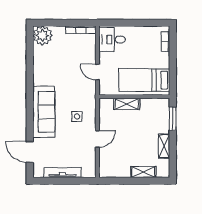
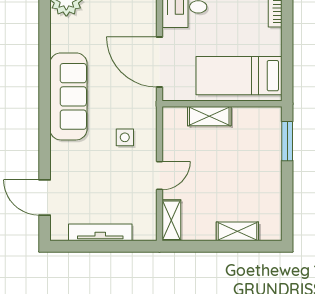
door: (97, 72) -> (160, 62), width x1.87
sofa: (44, 112) -> (68, 96), moved
shelving: (164, 146) -> (171, 220), moved

